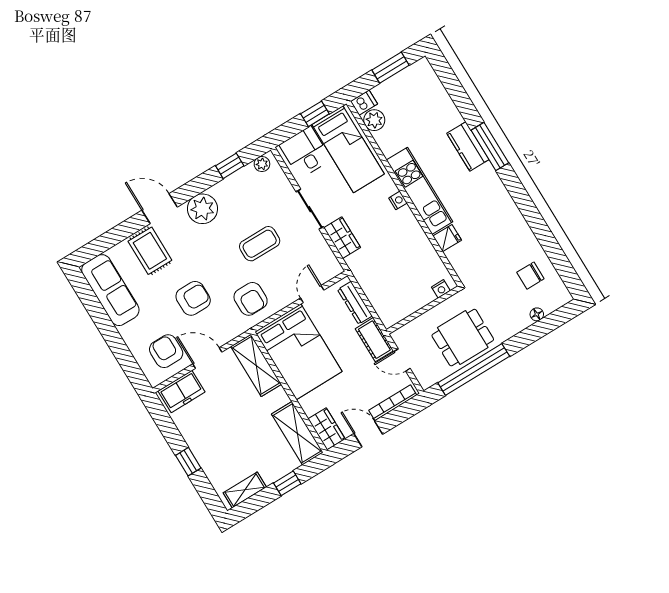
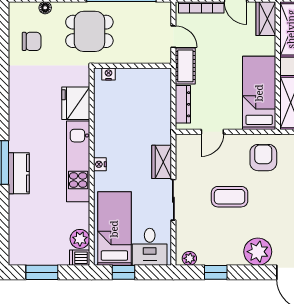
fridge: (447, 238) -> (76, 103), width x1.88, depth x1.34
dining table: (463, 338) -> (89, 31), moved
bed: (298, 352) -> (259, 93), width x0.67

